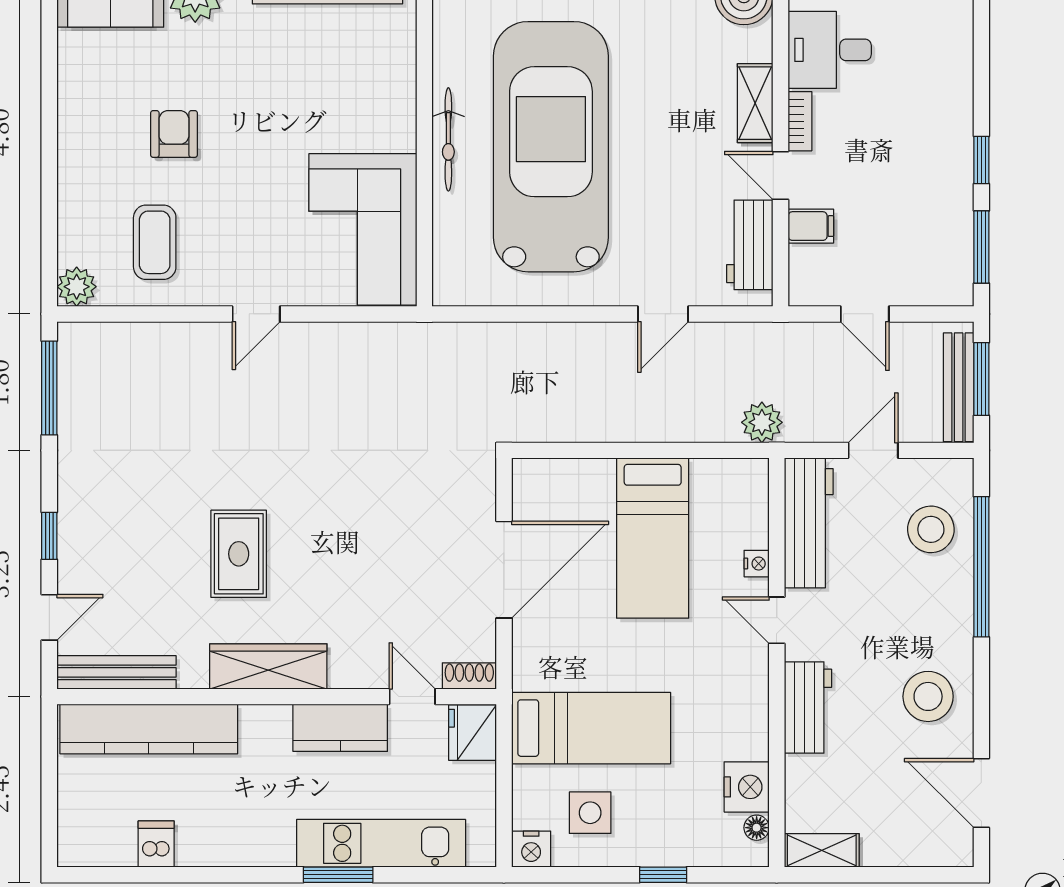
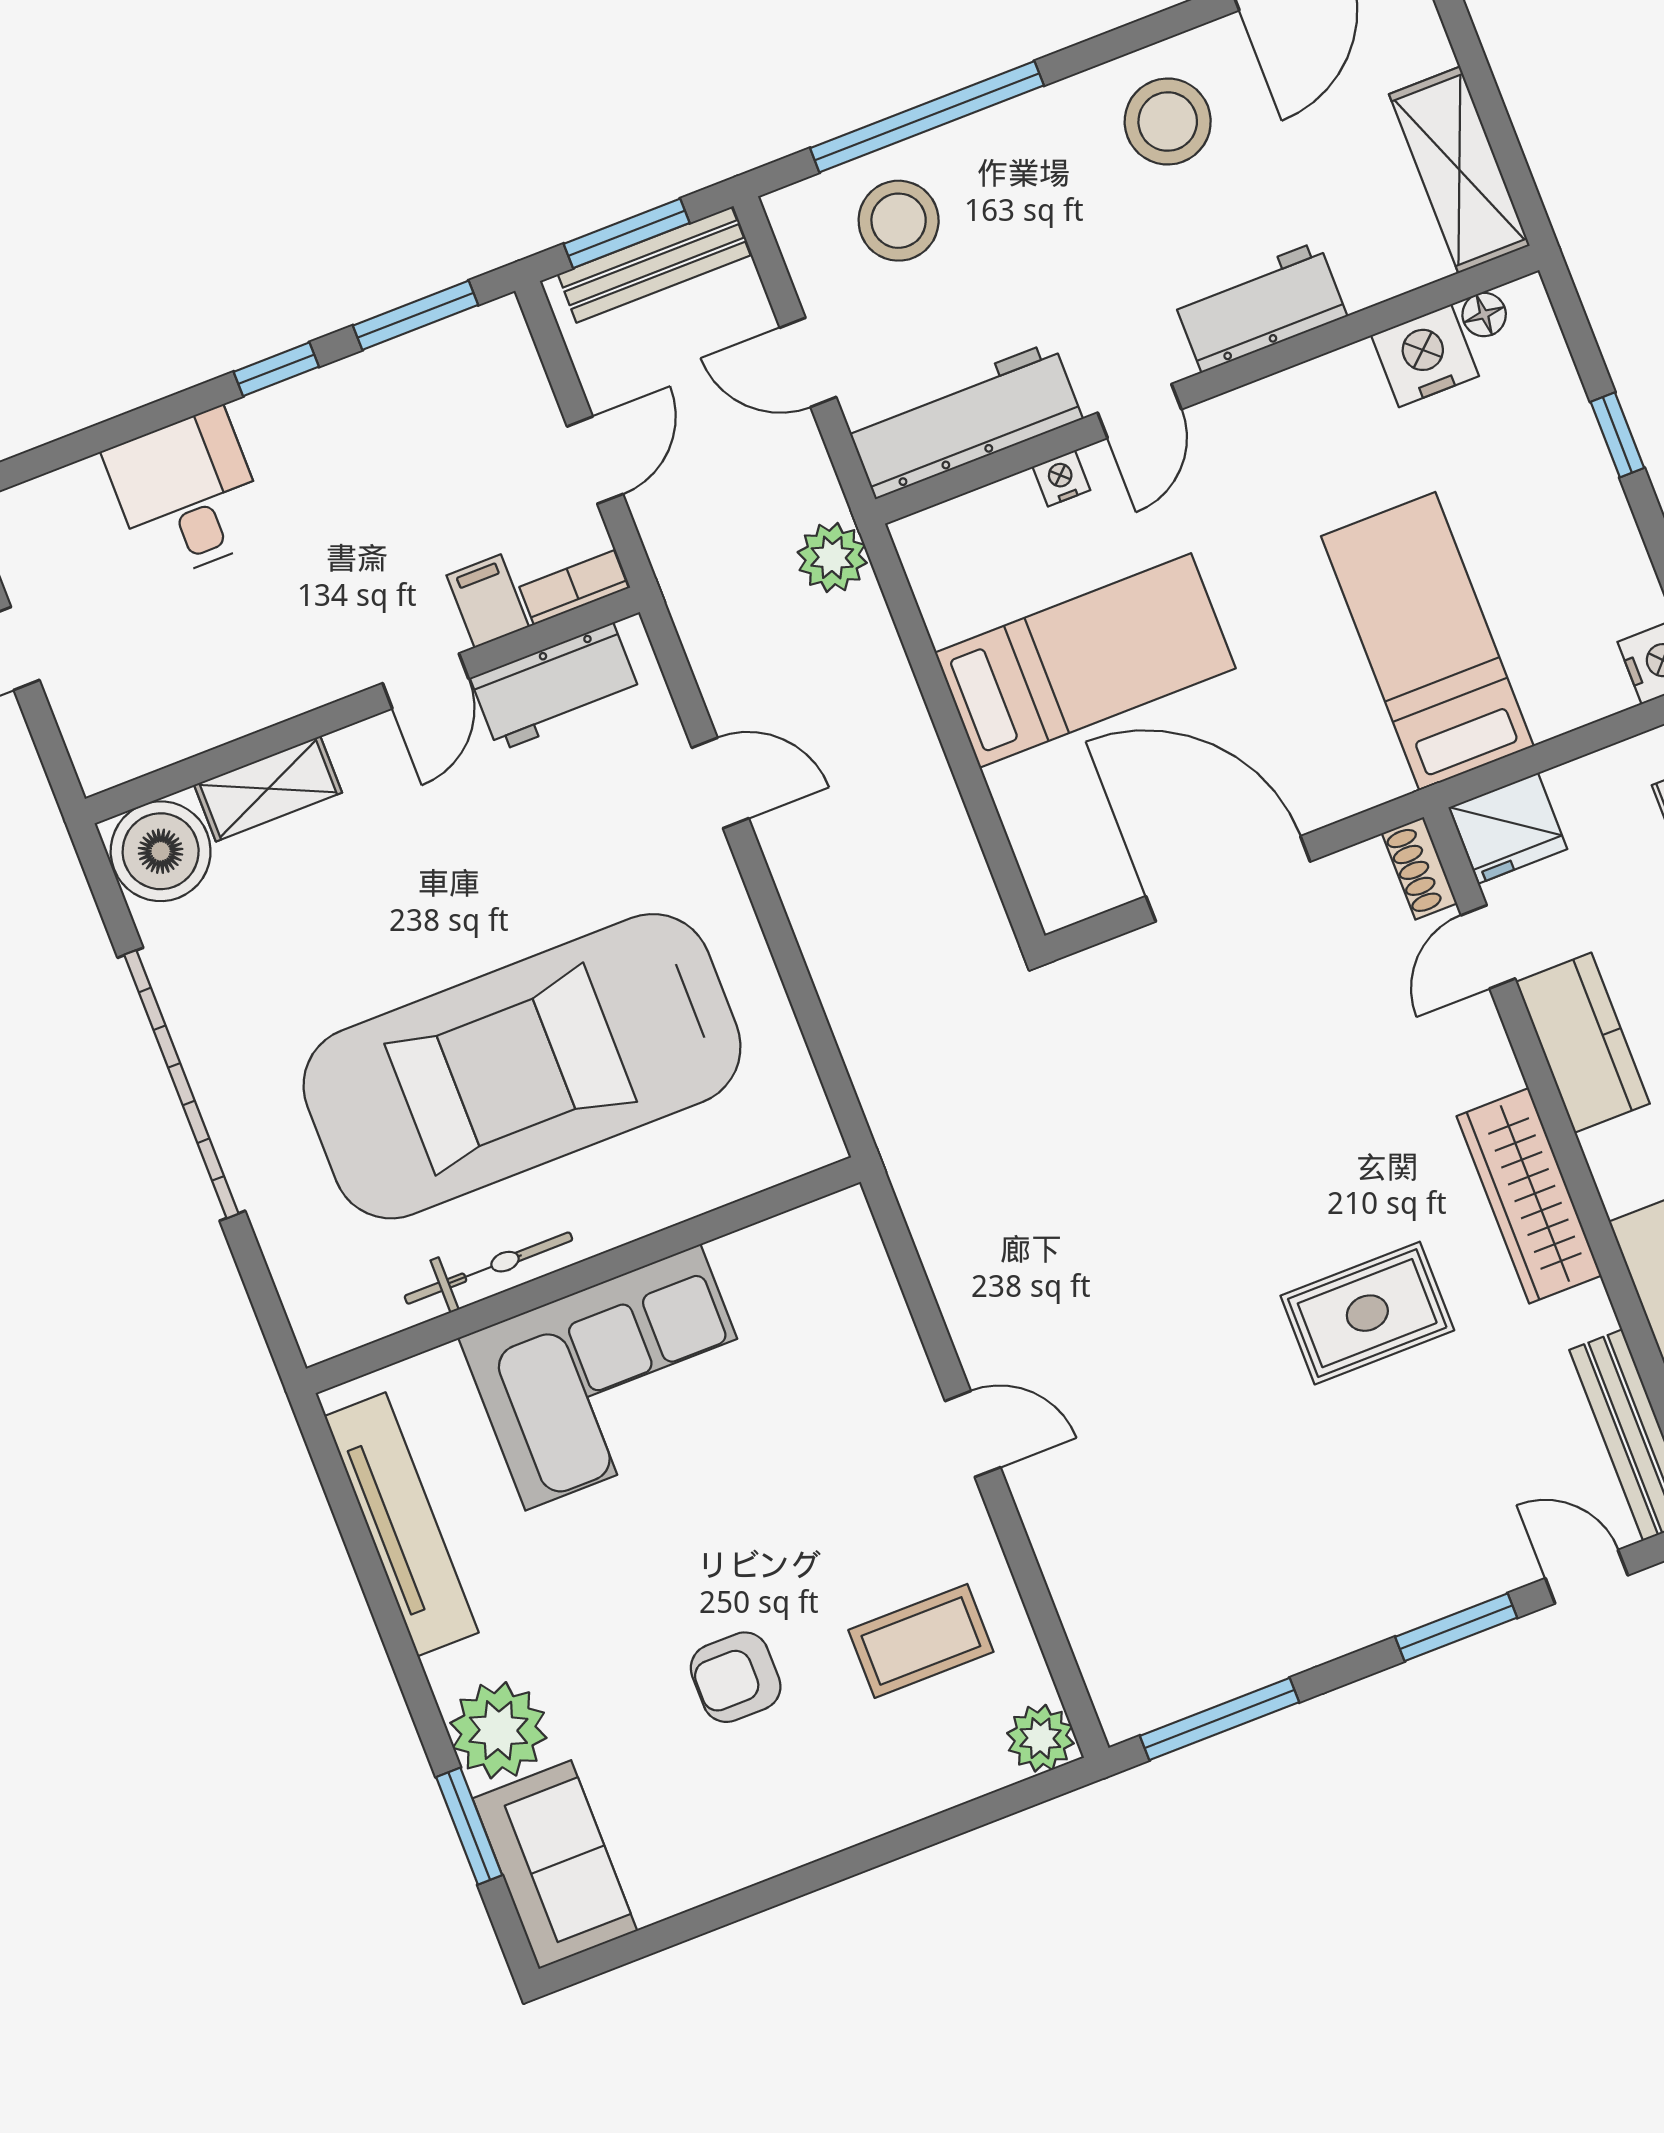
desk: (830, 50) -> (187, 494), moved, turned 180
shelving: (755, 103) -> (268, 789), moved
bookcase: (800, 121) -> (574, 588), moved
bicycle: (448, 139) -> (488, 1268), moved
corner sofa: (363, 229) -> (613, 1377), moved
window: (49, 536) -> (1456, 1627), width x1.50
side table: (590, 813) -> (1563, 590), removed
shelving: (822, 850) -> (1459, 170), width x1.50, depth x1.33

